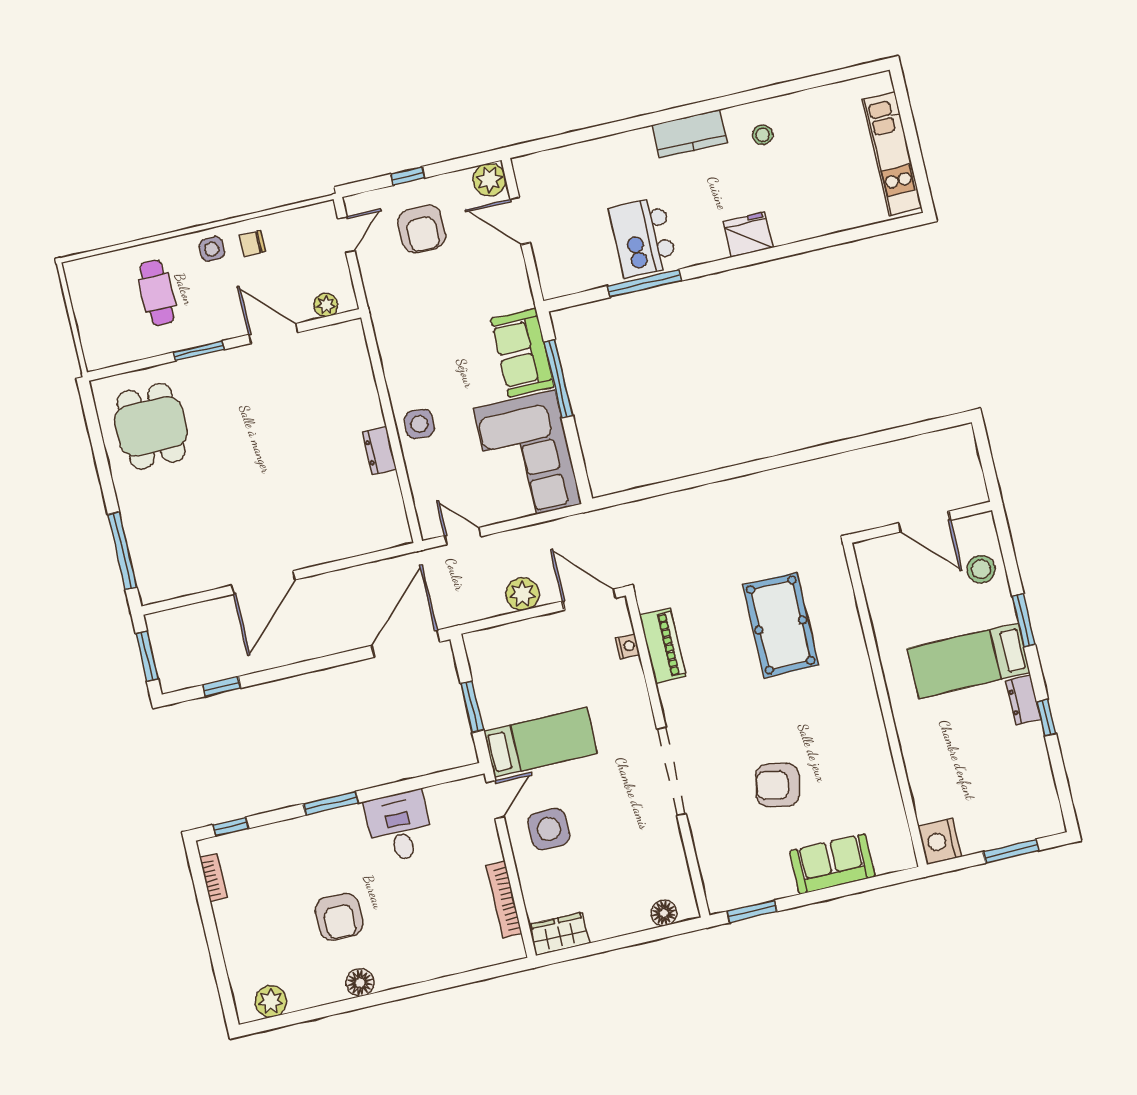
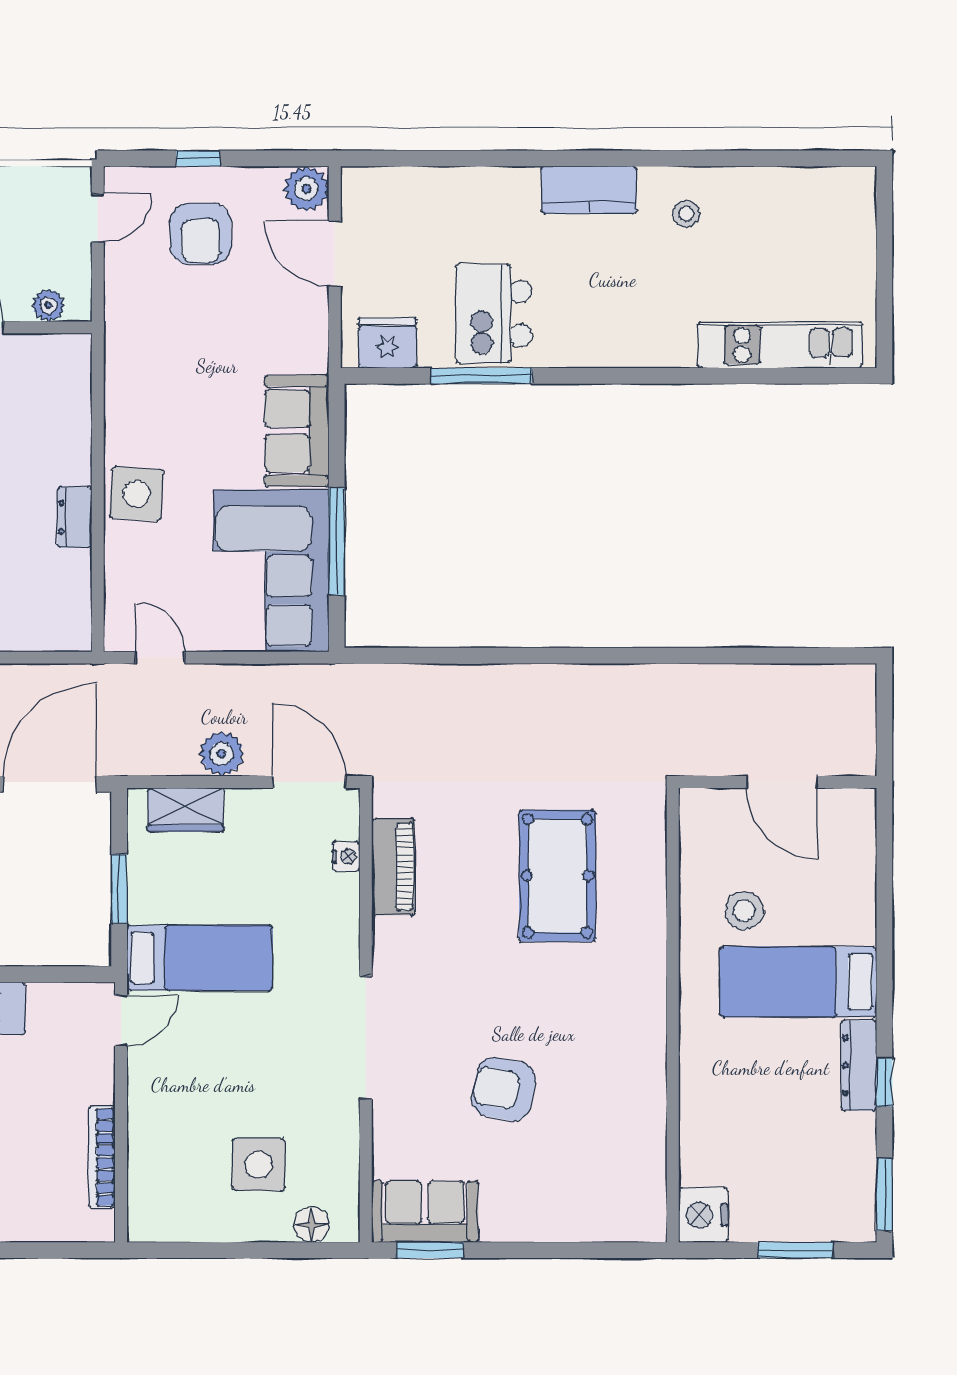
kitchen unit: (892, 154) -> (780, 345), moved, turned 90
fridge: (748, 235) -> (387, 343), moved
window: (558, 379) -> (337, 542), moved
side table: (419, 424) -> (137, 494), width x1.37, depth x1.37
stool: (981, 569) -> (744, 911), moved
window: (1024, 620) -> (884, 1195), moved
dresser: (1023, 700) -> (859, 1065), width x1.44
side table: (549, 829) -> (259, 1165), moved
sofa: (832, 864) -> (425, 1212), moved
wardrobe: (559, 934) -> (186, 810), moved, turned 180

